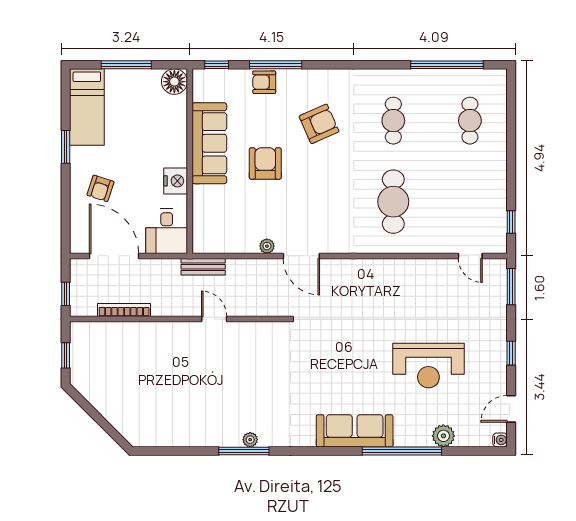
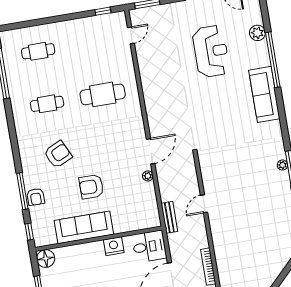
armchair: (319, 124) -> (58, 154), turned 89

